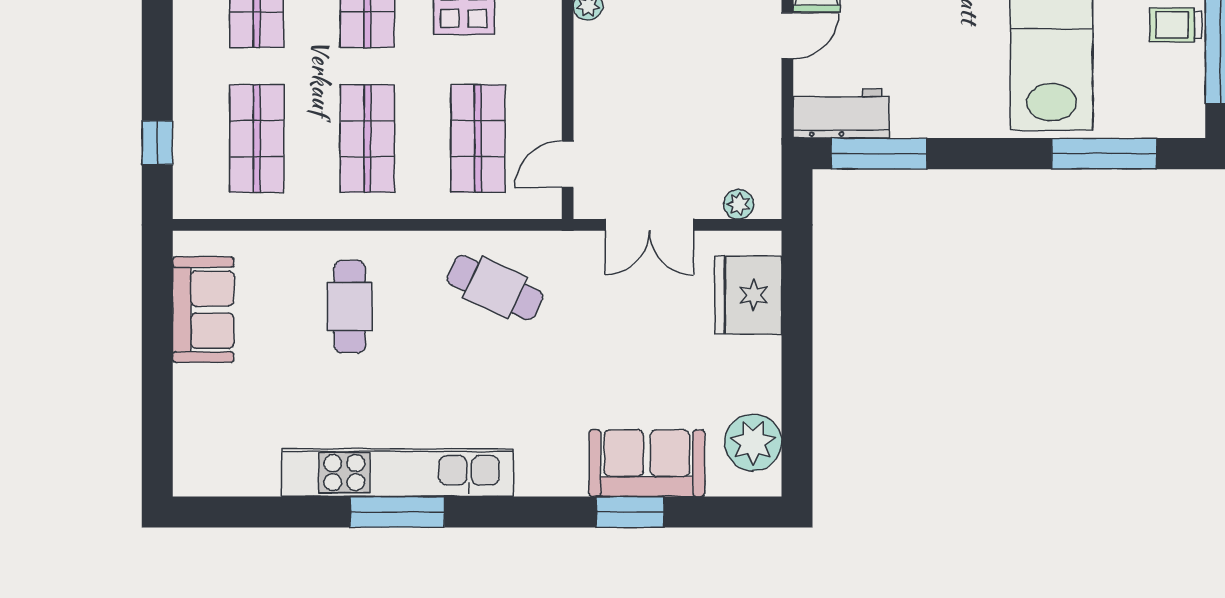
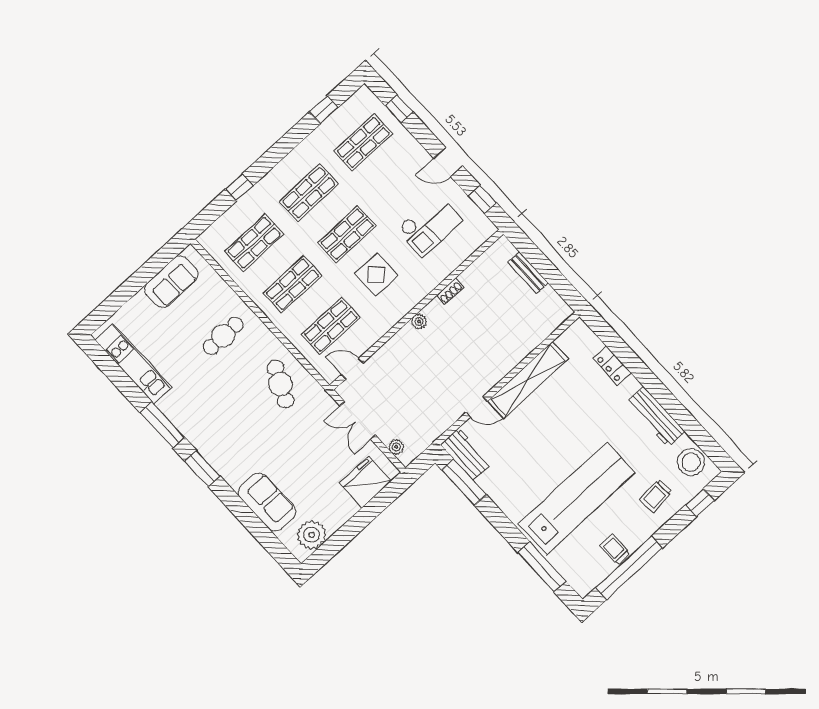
window: (157, 143) -> (239, 187), moved
kitchen unit: (397, 473) -> (133, 364), moved, width x0.73
window: (630, 512) -> (202, 468), moved

